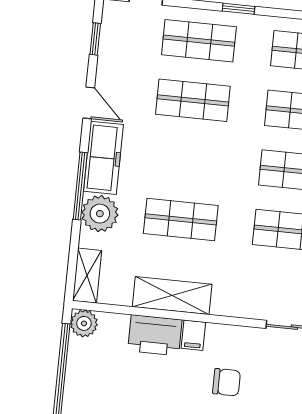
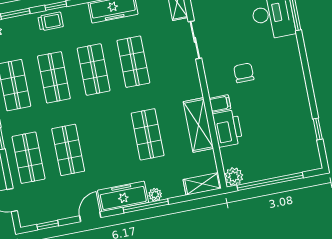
plant: (100, 214) -> (155, 195), width x0.53, depth x0.53

